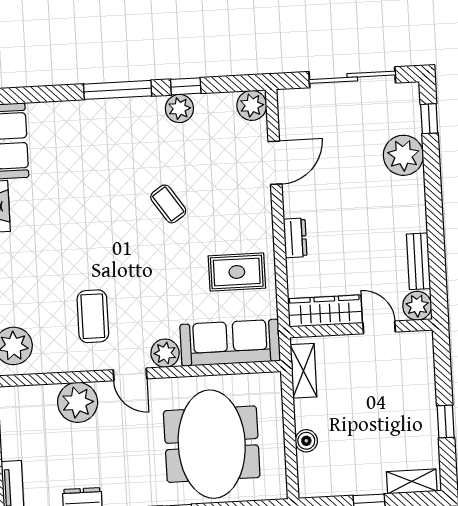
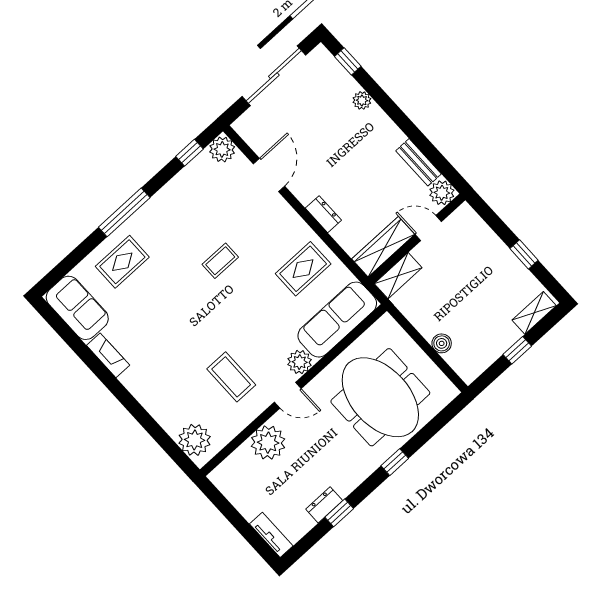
window: (186, 86) -> (190, 153), moved
plant: (179, 108) -> (176, 191), removed
rug: (80, 133) -> (122, 262), added
plant: (403, 155) -> (362, 100), width x0.53, depth x0.53
coffee table: (168, 204) -> (220, 261), turned -56
shelving: (303, 371) -> (398, 276), moved, turned 90

